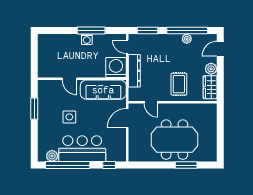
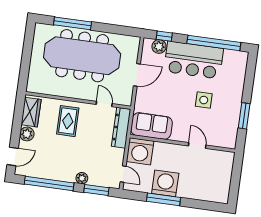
washing machine: (87, 39) -> (165, 183), width x1.89, depth x1.89
plant: (187, 39) -> (82, 178), moved
dresser: (134, 71) -> (121, 128), moved
sofa: (103, 90) -> (152, 126), width x0.73
door: (127, 118) -> (137, 75), moved
meeting table: (175, 140) -> (82, 56), width x1.36
plant: (52, 156) -> (159, 46), moved
window: (186, 165) -> (73, 23), width x1.44

